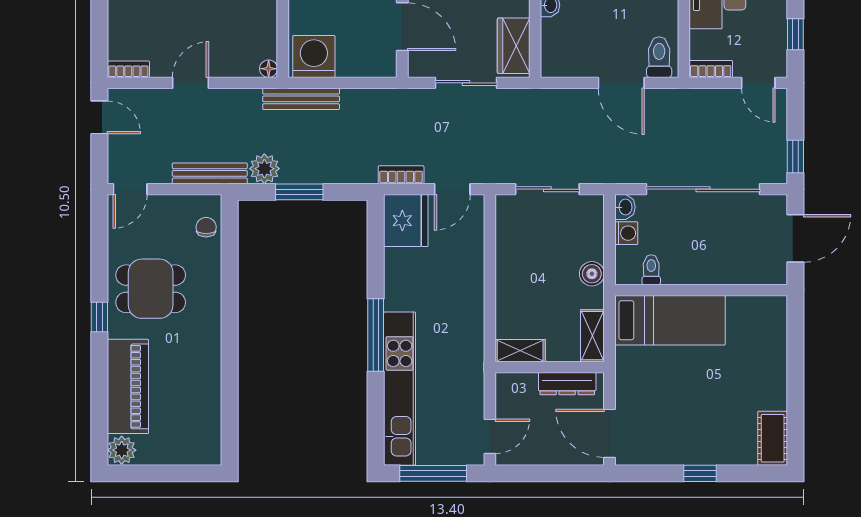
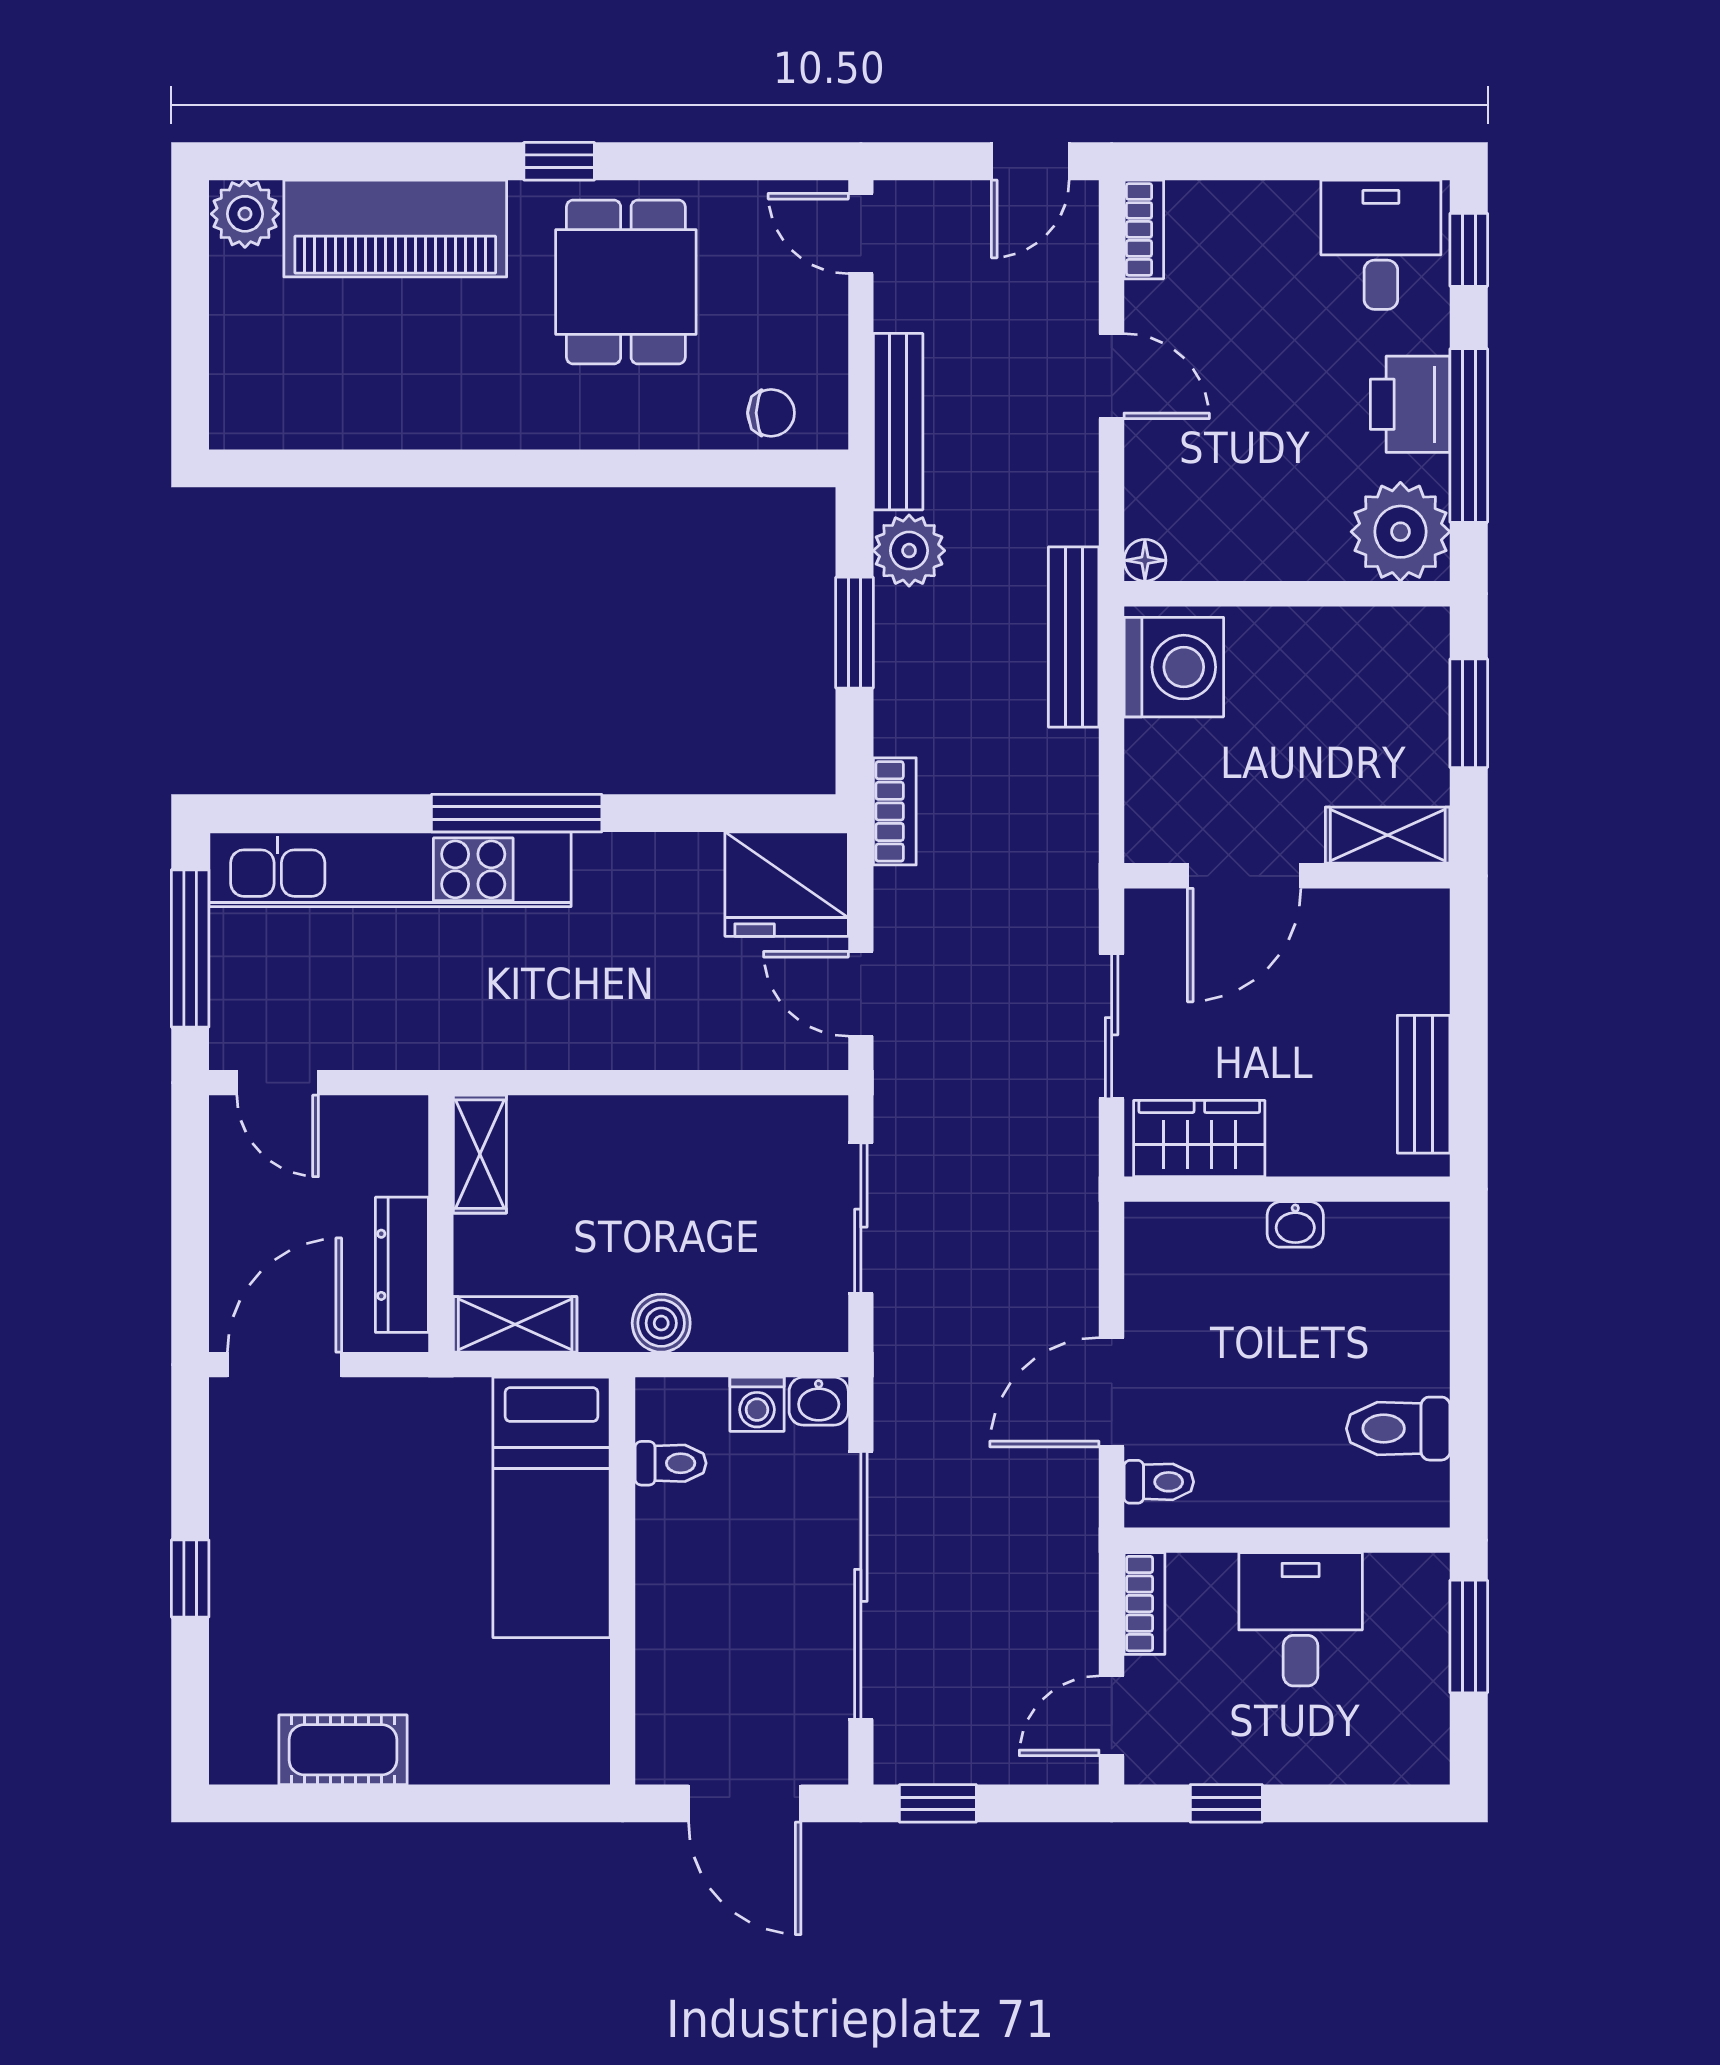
toilet: (659, 57) -> (1159, 1482), width x0.73, depth x0.72
bookcase: (401, 175) -> (895, 811), moved
cot: (773, 438) -> (343, 1750), moved

